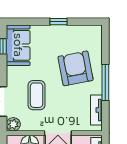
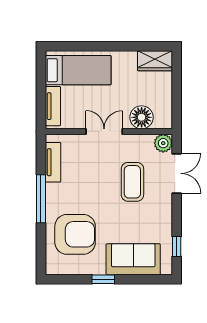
sofa: (18, 45) -> (133, 259), moved, turned 90
armchair: (76, 68) -> (75, 234), moved, turned -79

